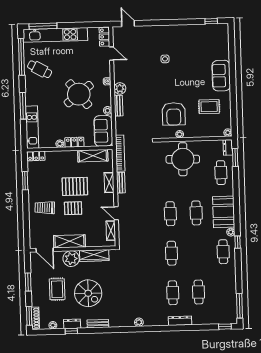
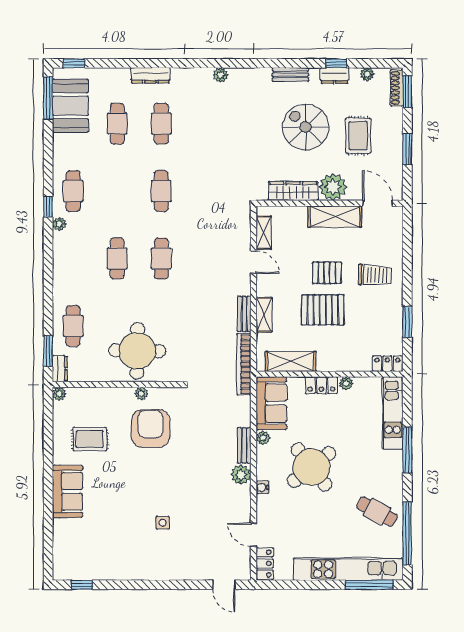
booth: (224, 212) -> (70, 106), moved

